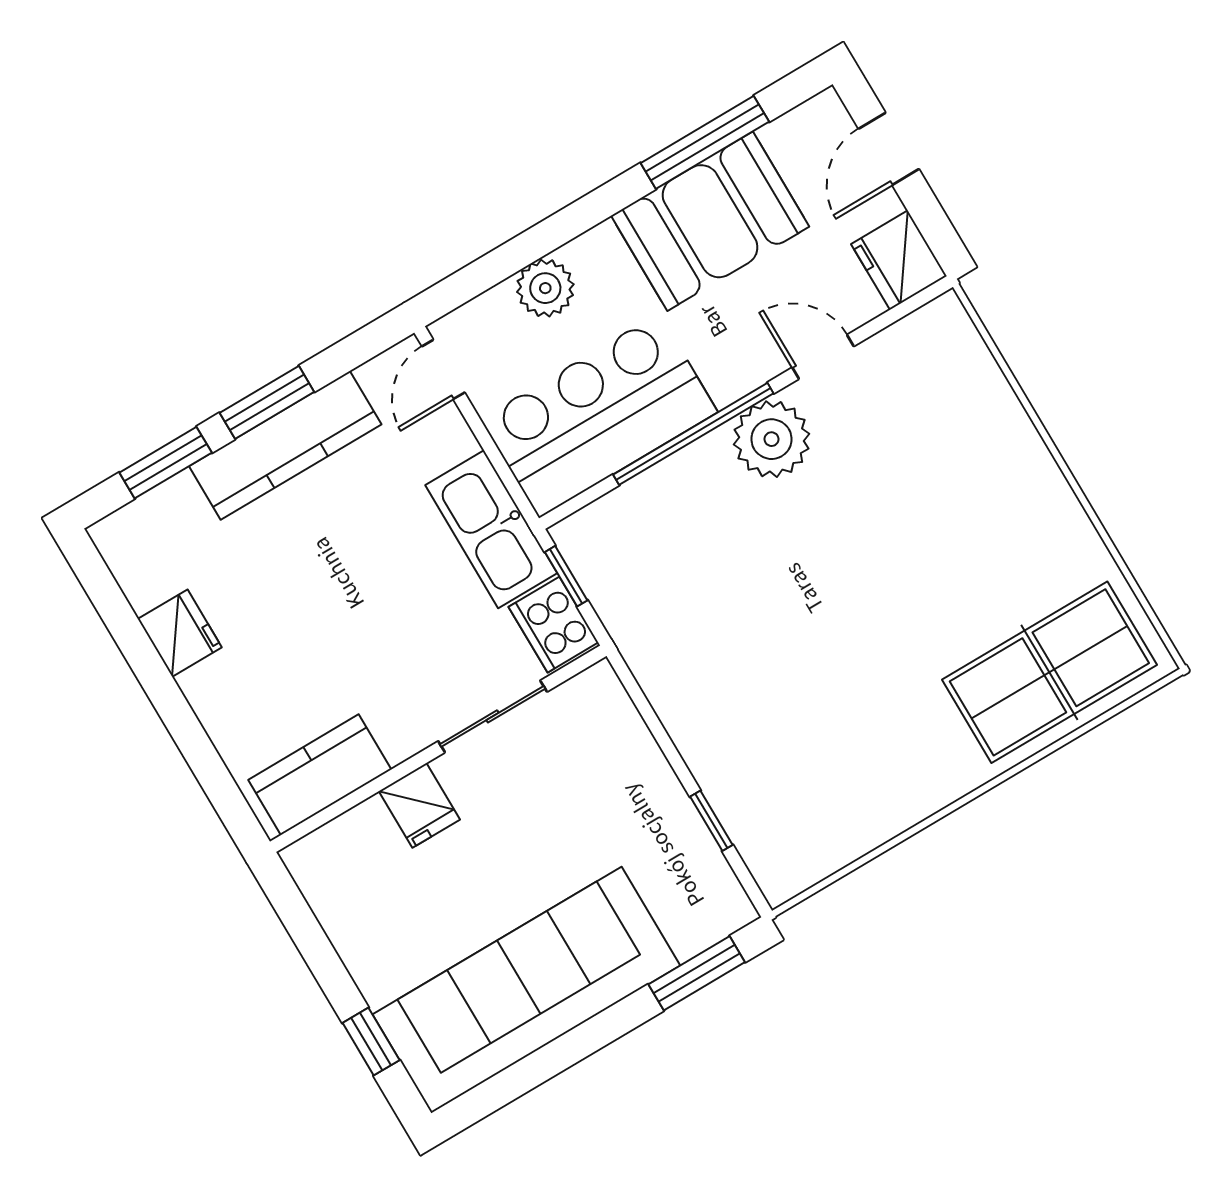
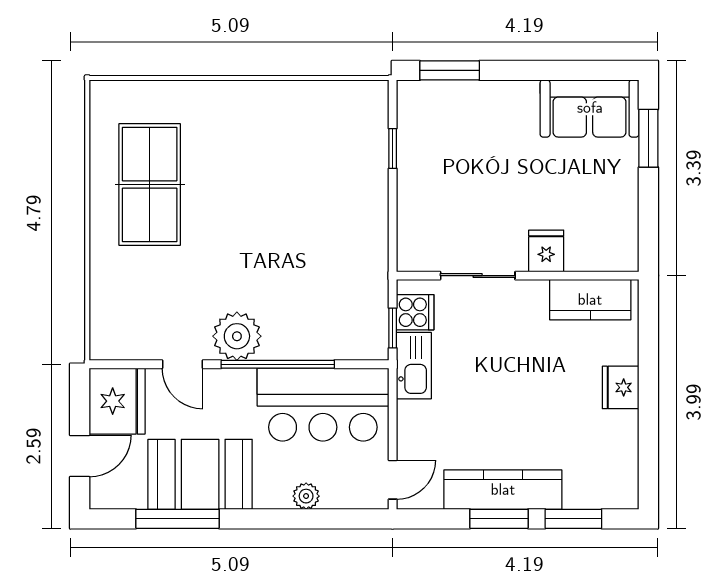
fridge: (899, 260) -> (117, 401), width x1.36, depth x1.34
plant: (545, 288) -> (306, 496), width x0.73, depth x0.73
kitchen sink: (491, 529) -> (414, 366), width x0.73, depth x0.81
cooker: (553, 625) -> (415, 312), width x0.73
fridge: (180, 633) -> (621, 387), moved
table tennis table: (1049, 672) -> (150, 185), moved, turned 90
sofa: (526, 990) -> (590, 108), width x0.54, depth x0.79
window: (371, 1042) -> (648, 138), width x1.50

